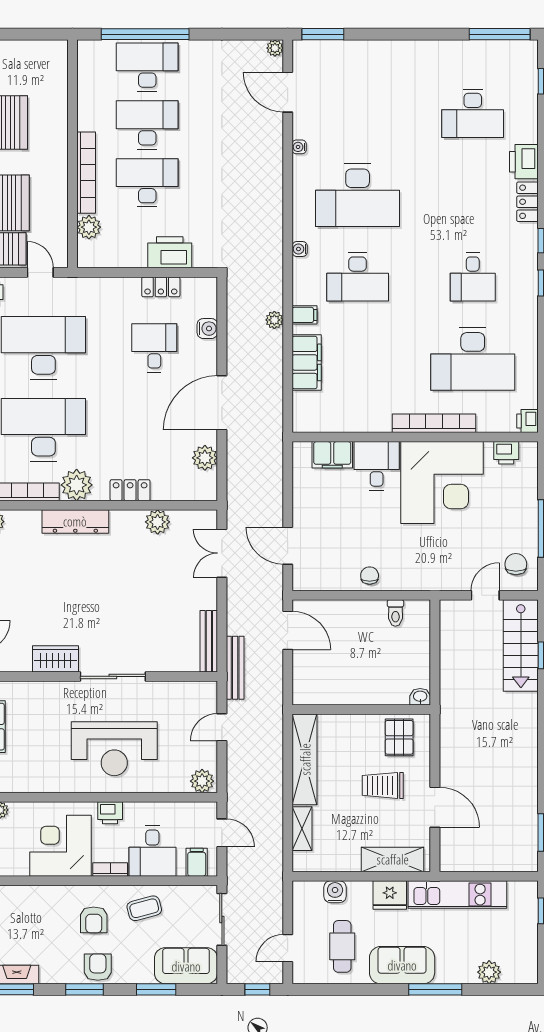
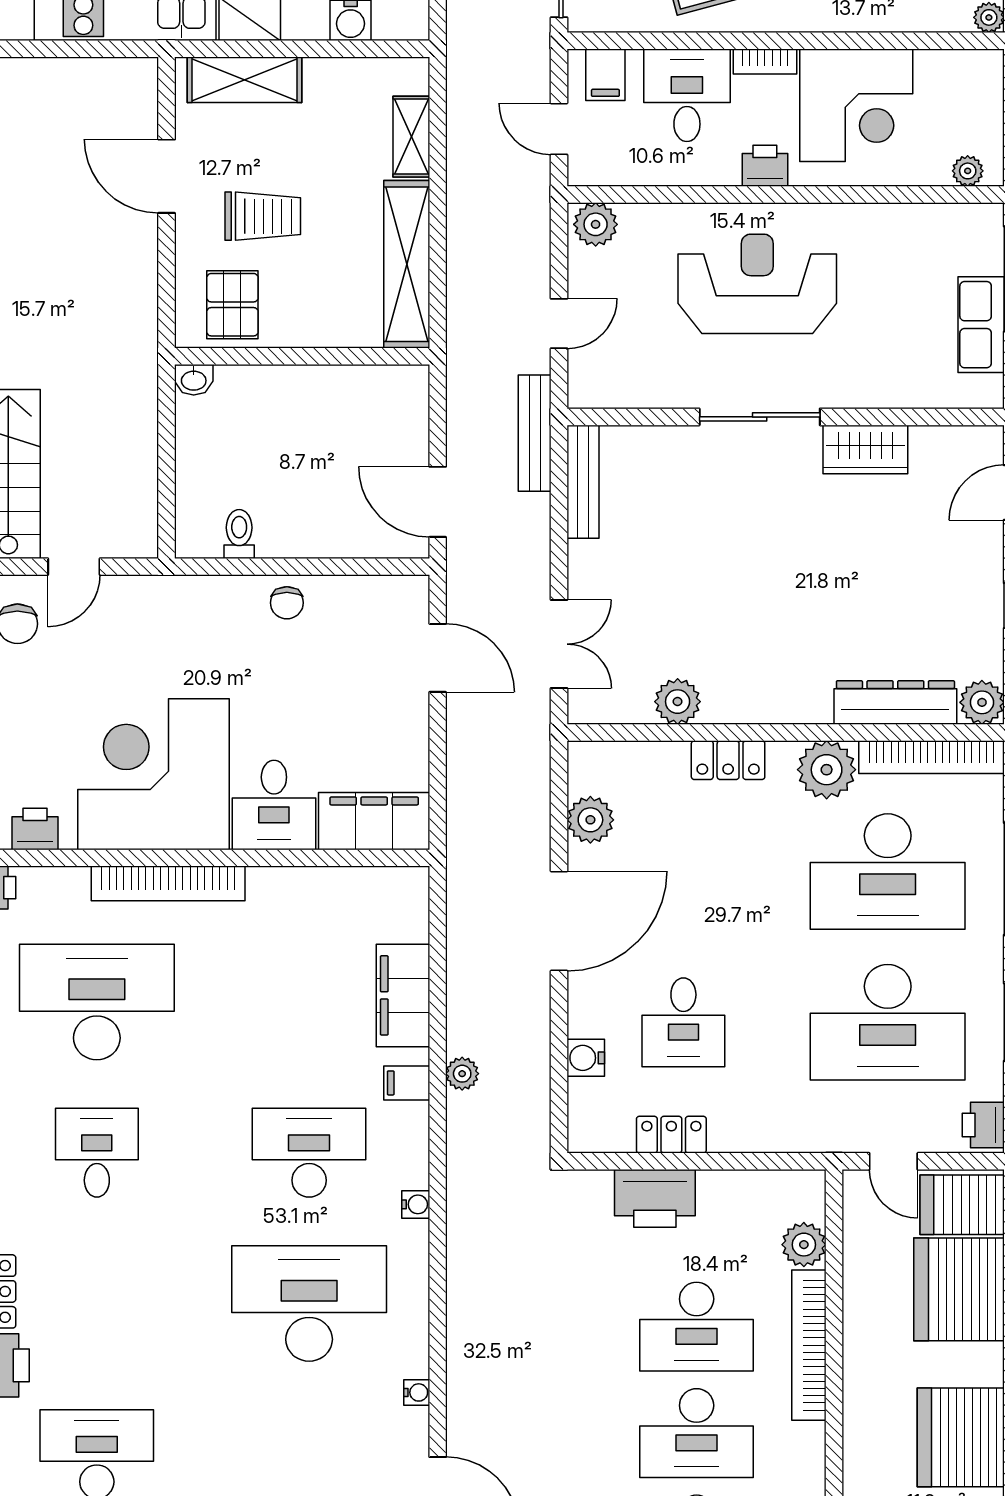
filing cabinet: (332, 455) -> (374, 821), width x1.50, depth x1.17
dresser: (75, 521) -> (895, 703), moved

